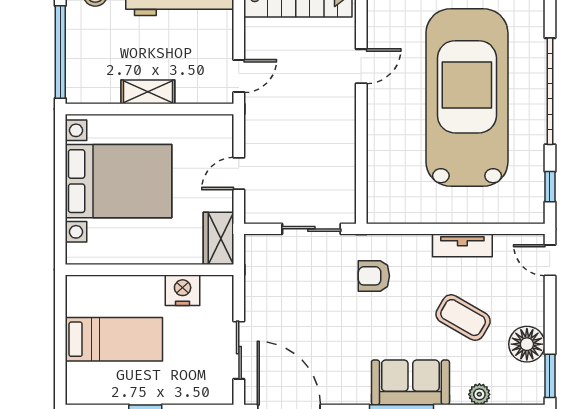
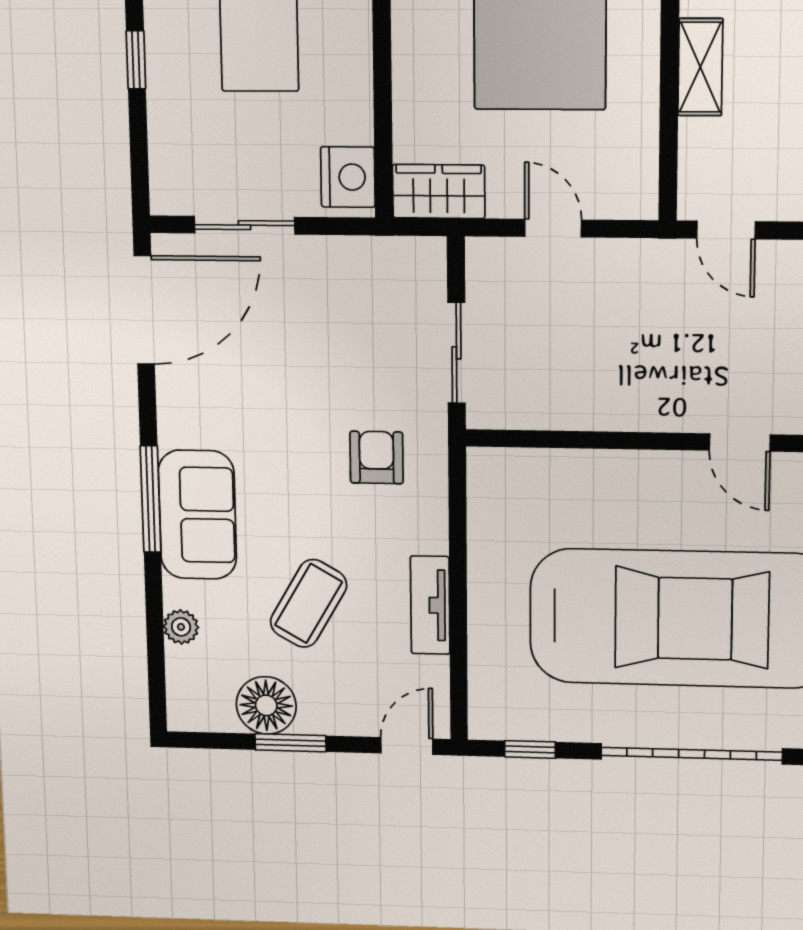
nightstand: (183, 290) -> (348, 177), moved
window: (550, 376) -> (291, 743), moved

